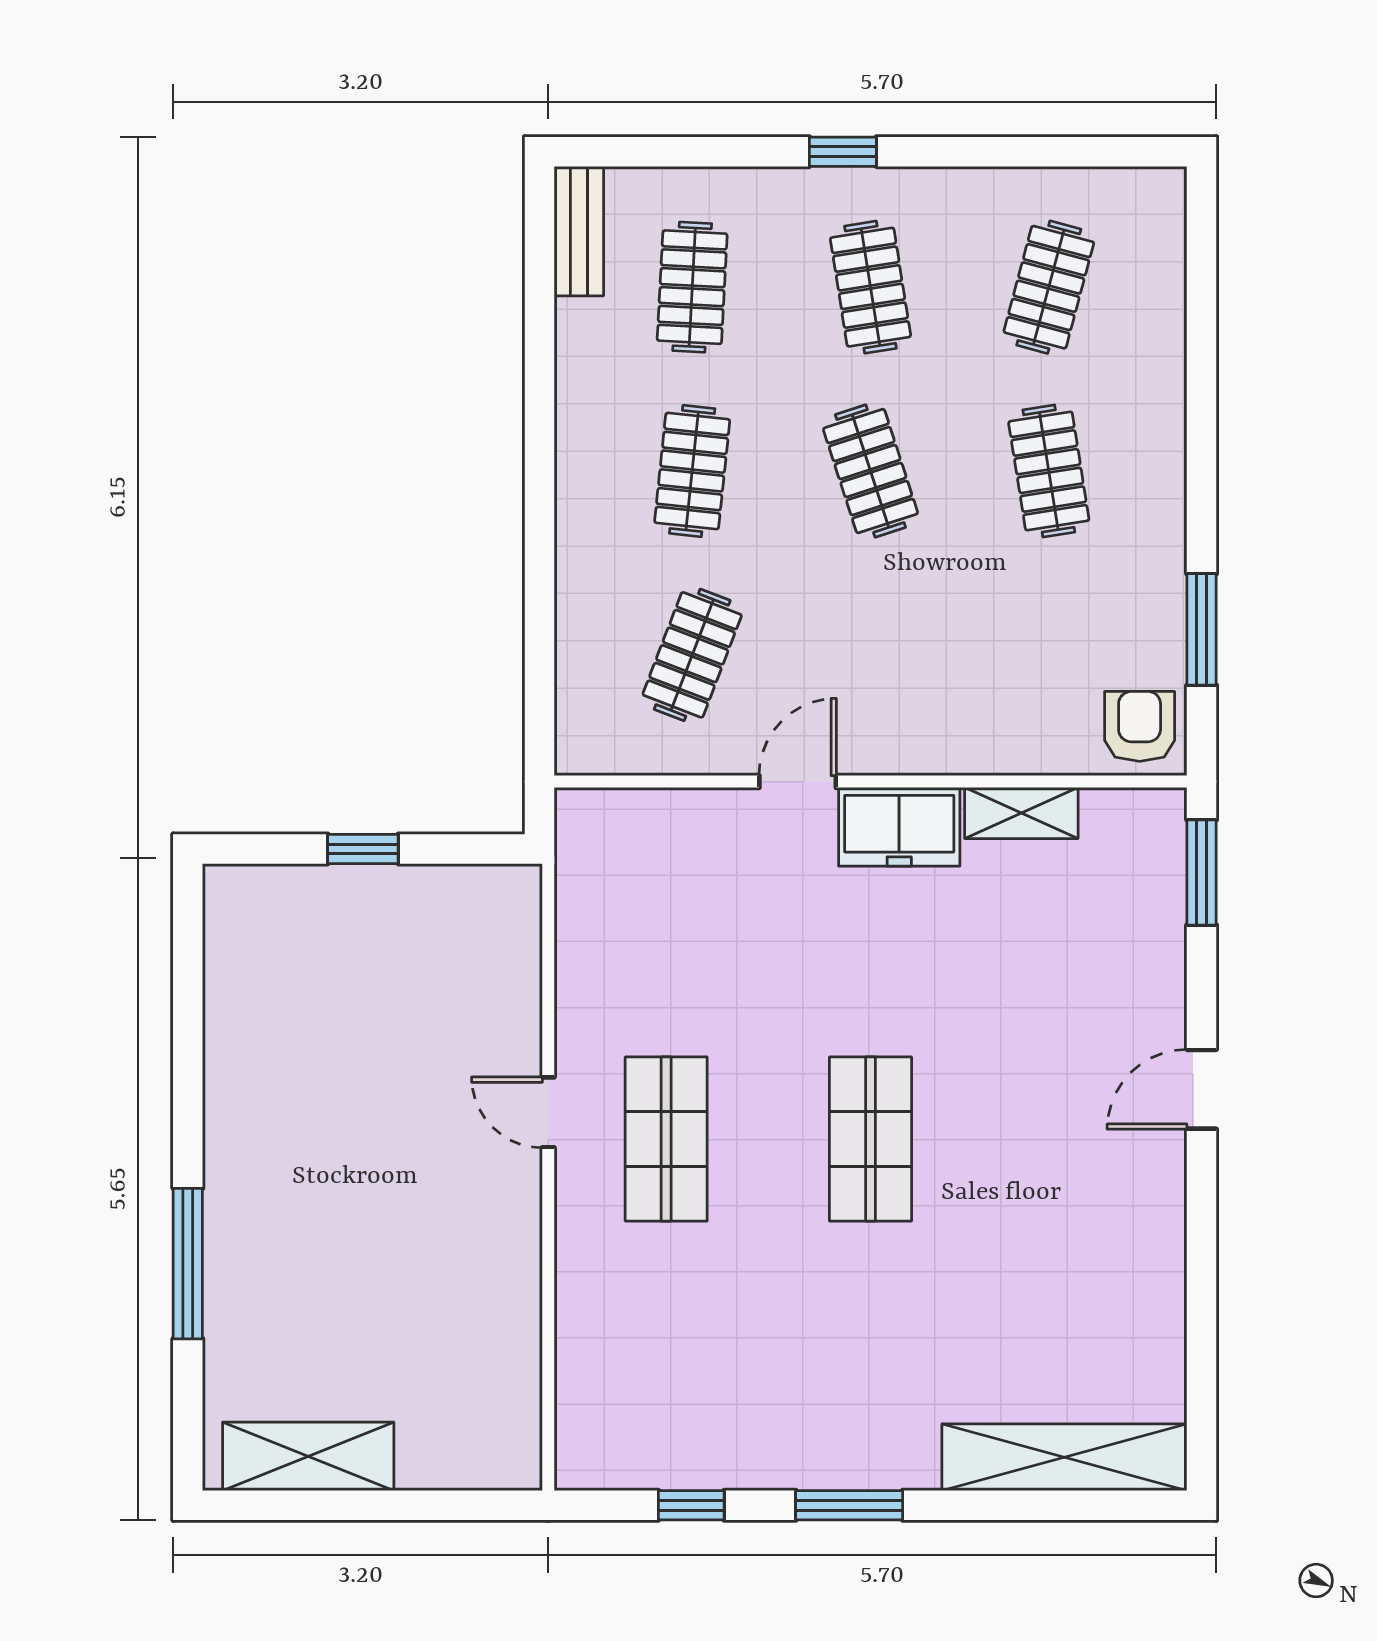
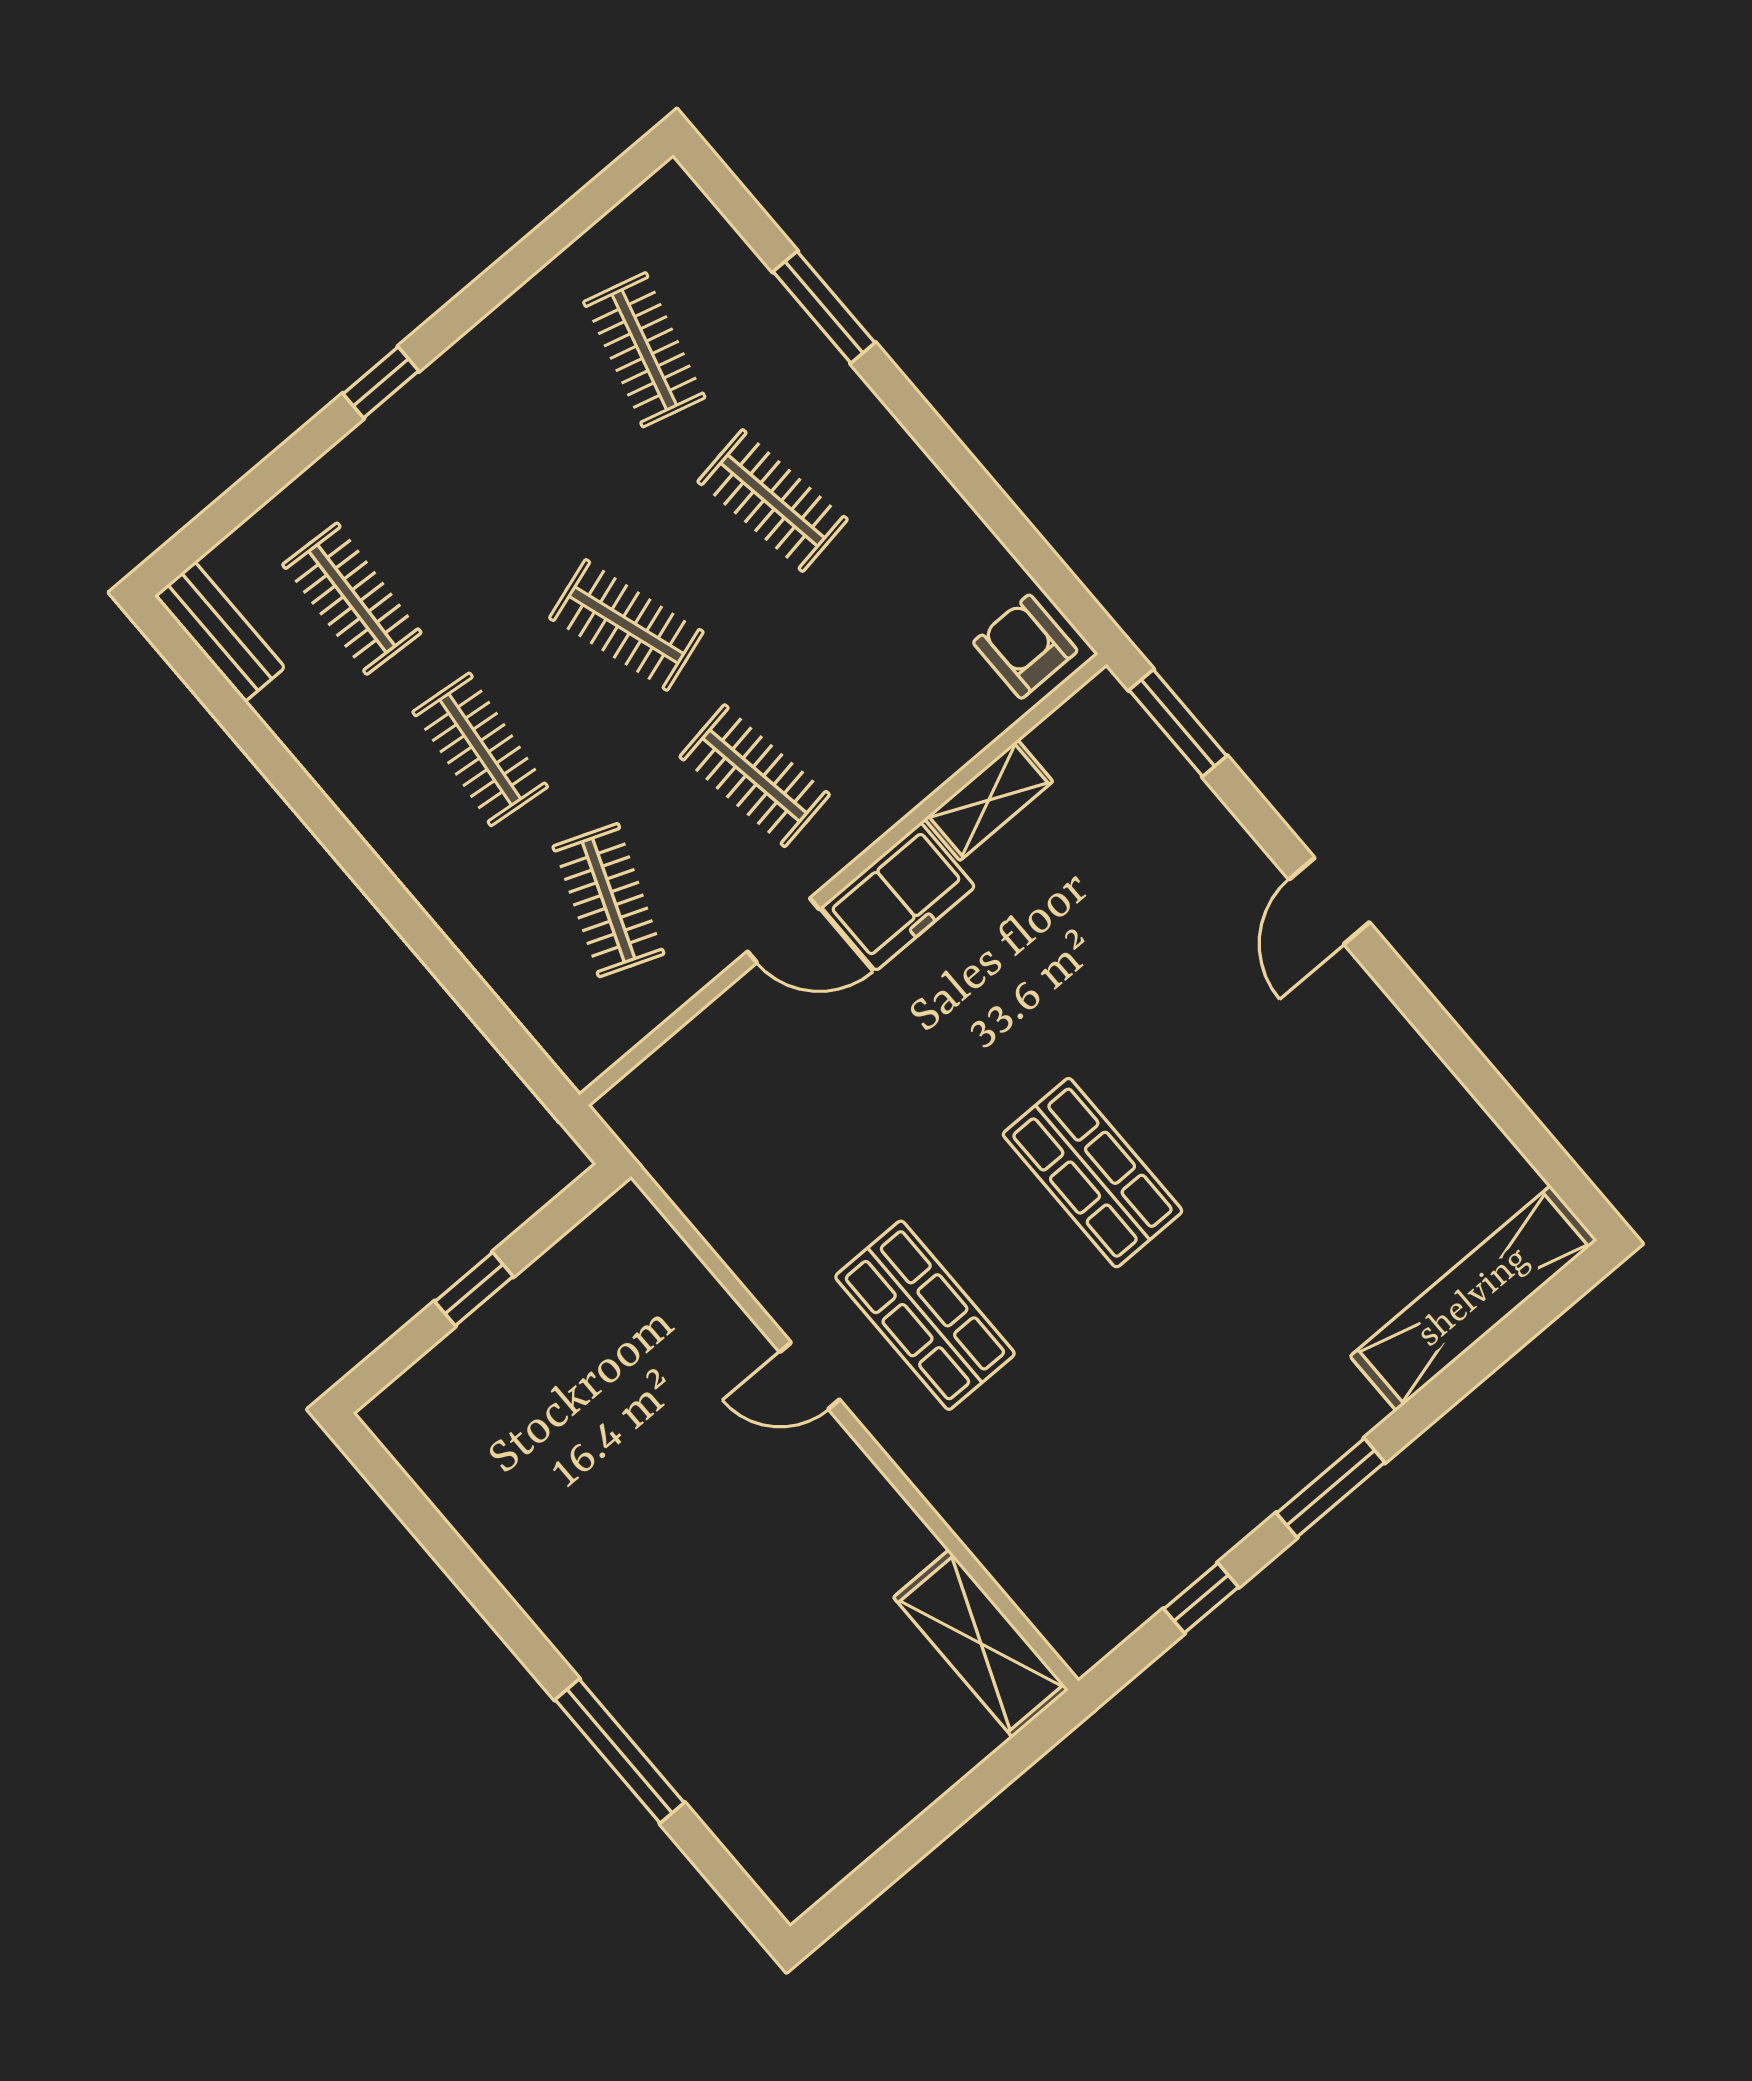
clothes rail: (870, 287) -> (755, 776), moved
window: (1202, 629) -> (824, 307), moved
door: (798, 782) -> (783, 930), swing flipped
shelving: (308, 1456) -> (981, 1644), moved, turned 90

